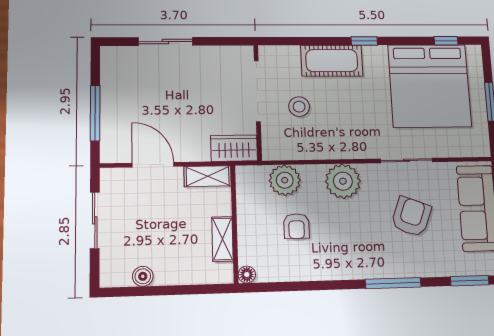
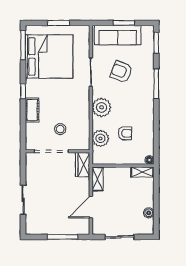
window: (446, 41) -> (23, 45), width x2.17
cot: (332, 61) -> (32, 110), width x0.73, depth x0.75
shelving: (222, 239) -> (142, 172), moved

